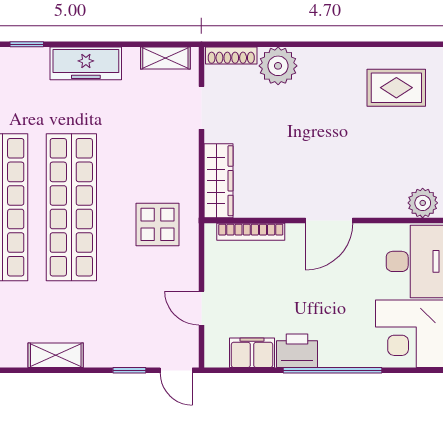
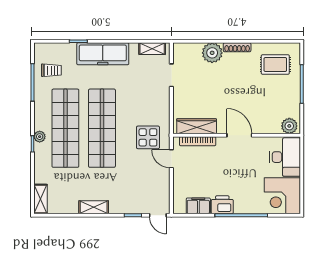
shoe rack: (231, 55) -> (237, 47), moved
freezer: (86, 63) -> (103, 54), width x1.36, depth x1.26
wardrobe: (218, 181) -> (197, 126), moved, turned -90
door: (329, 220) -> (239, 135), swing flipped
door: (201, 308) -> (171, 159), moved

